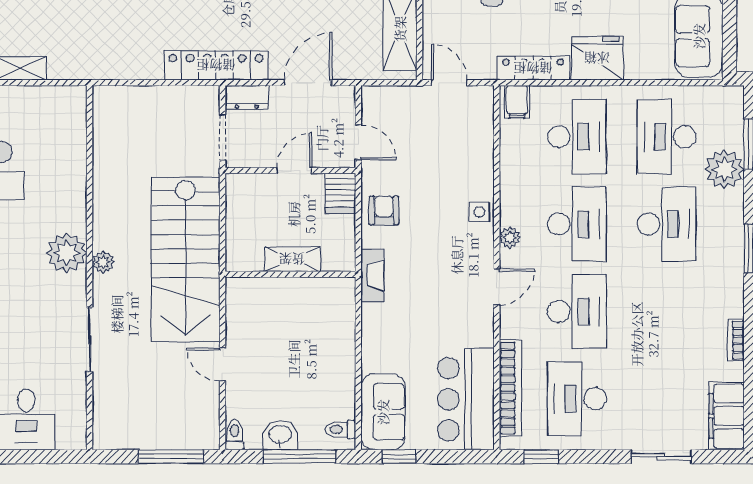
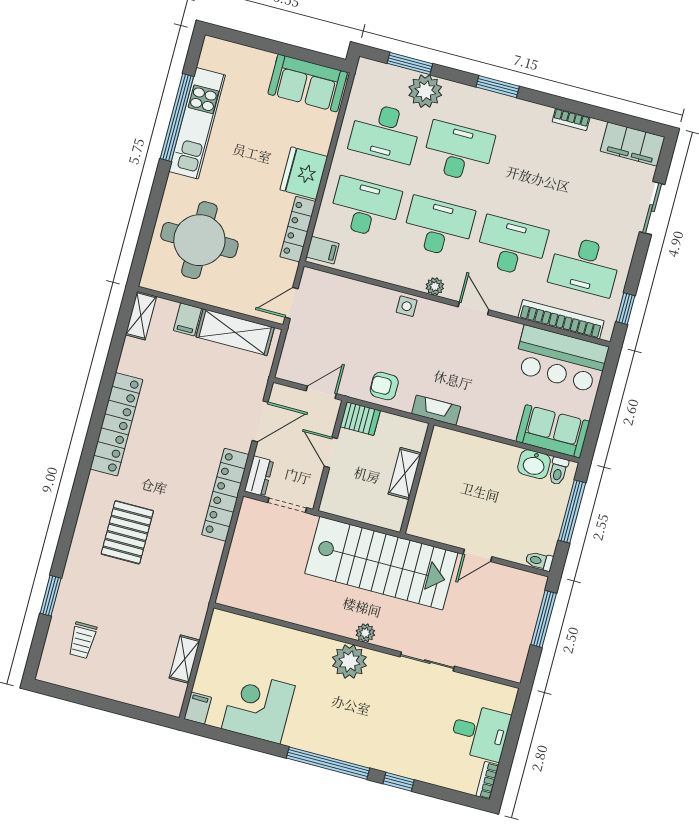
door: (308, 83) -> (260, 421), swing flipped
washbasin: (280, 435) -> (534, 464), moved, turned -90
window: (399, 457) -> (594, 428), removed

